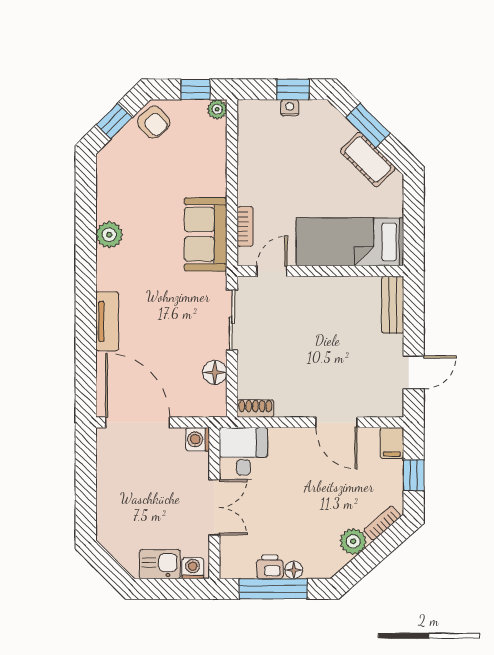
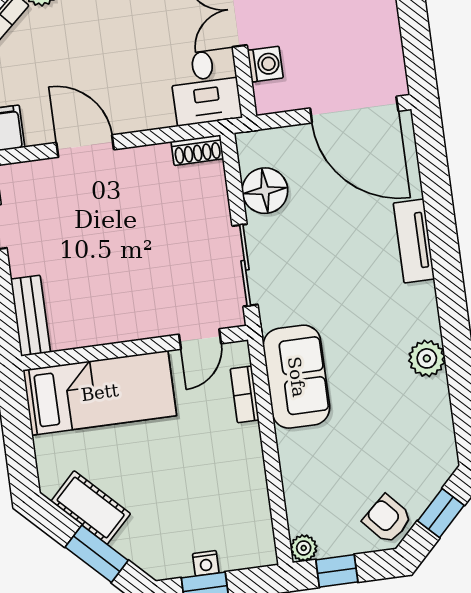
floor lamp: (215, 372) -> (265, 191), width x1.38, depth x1.38
washing machine: (198, 439) -> (265, 64), moved

